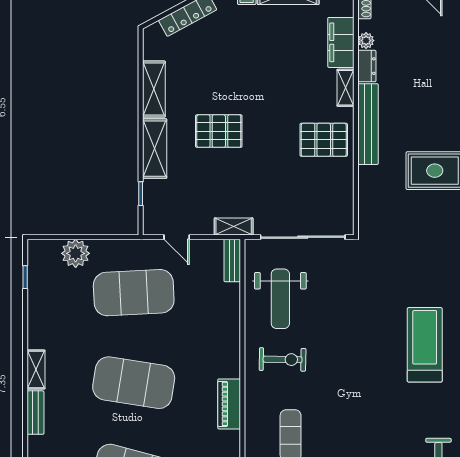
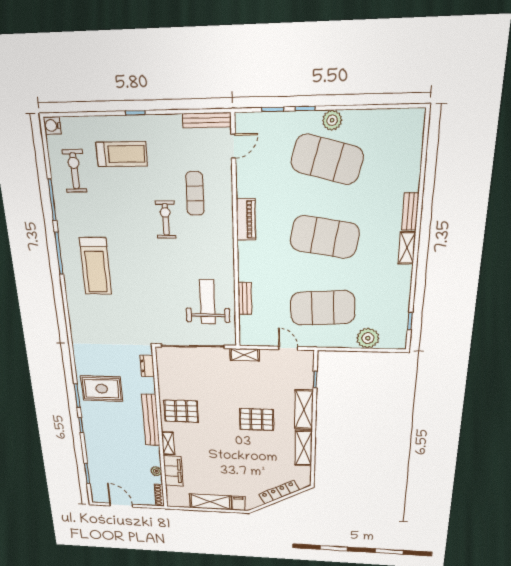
dresser: (367, 66) -> (147, 366), moved
bench: (232, 260) -> (245, 299), moved
exercise bike: (283, 359) -> (166, 220), moved, turned 89

